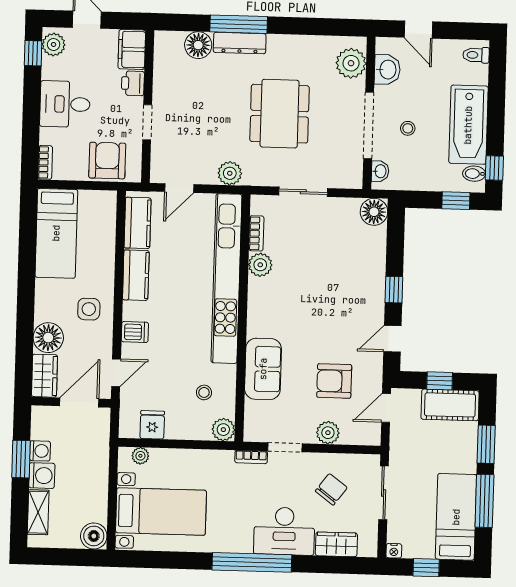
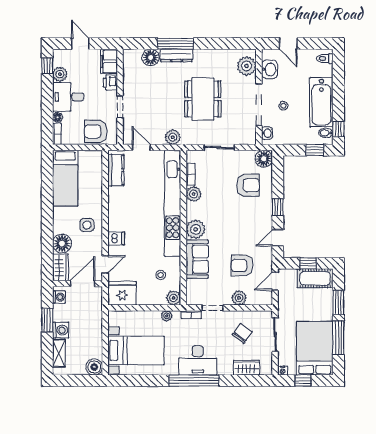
plant: (54, 44) -> (60, 74), moved
floor lamp: (47, 136) -> (57, 117), added
armchair: (107, 161) -> (96, 132), turned -90
door: (179, 188) -> (141, 147), swing flipped
armchair: (348, 253) -> (248, 185), added
kitchen counter: (136, 275) -> (116, 203), removed
plant: (262, 321) -> (196, 229), added
fridge: (152, 425) -> (122, 293), width x1.88, depth x1.34
washing machine: (40, 451) -> (59, 297), moved
plant: (140, 456) -> (167, 316), moved
bed: (456, 517) -> (315, 348), width x1.50
desk: (284, 531) -> (198, 360), moved

